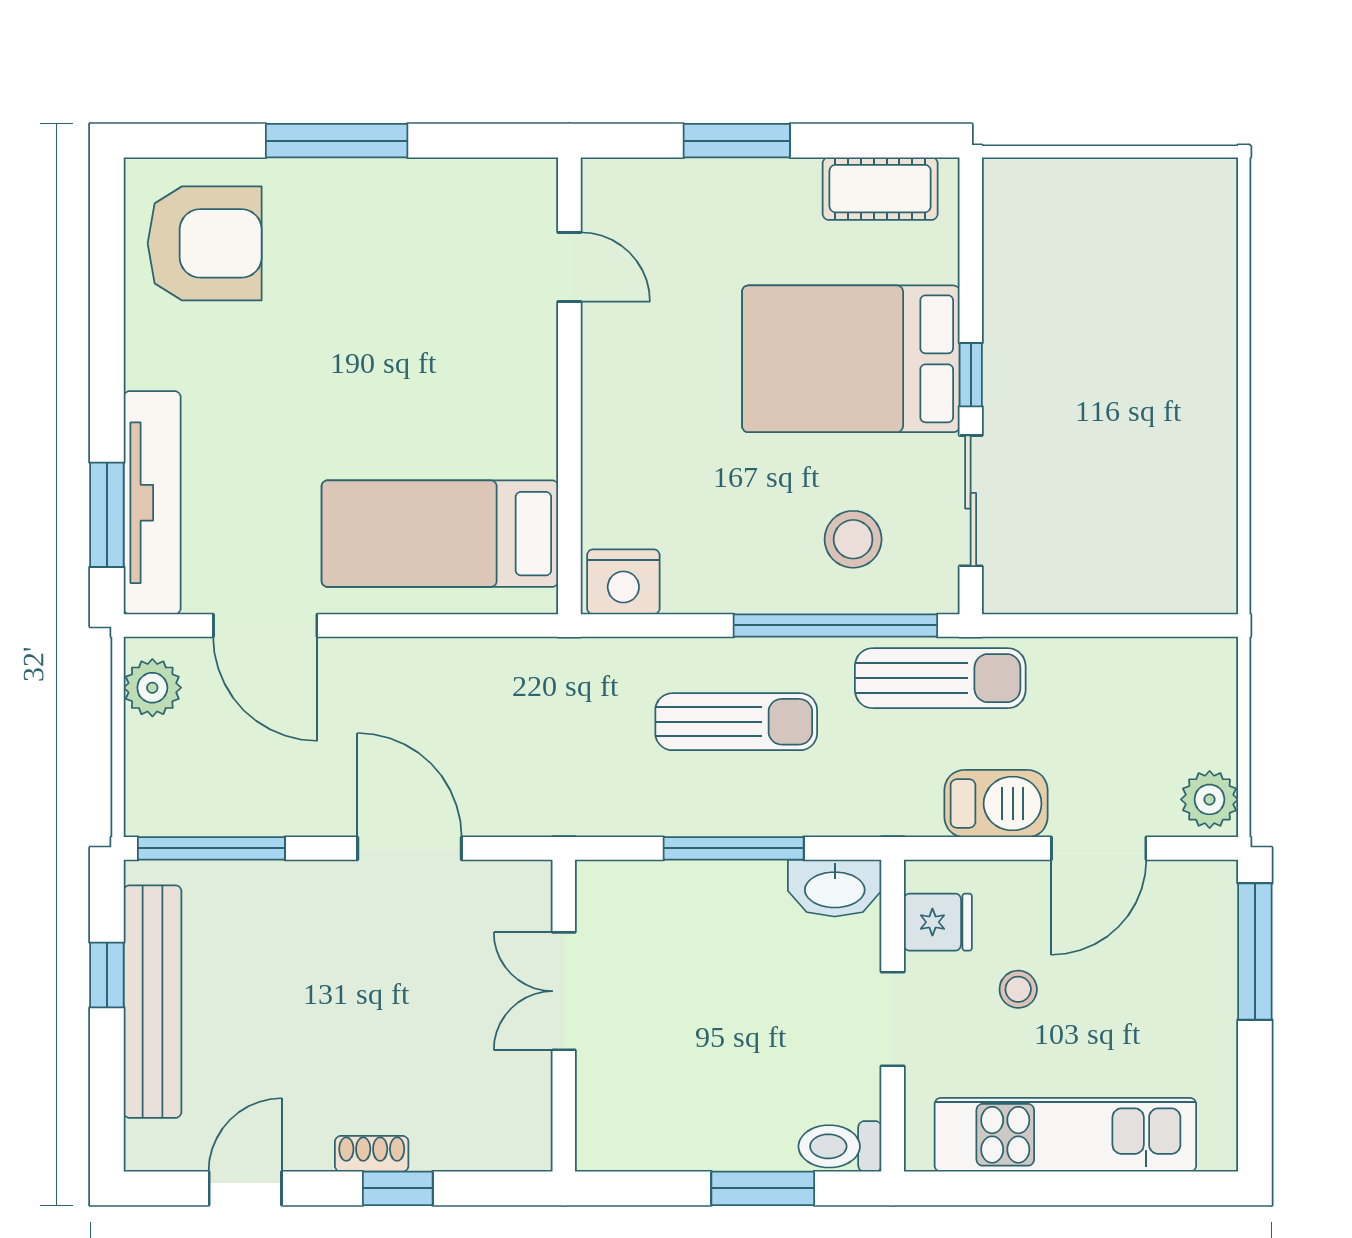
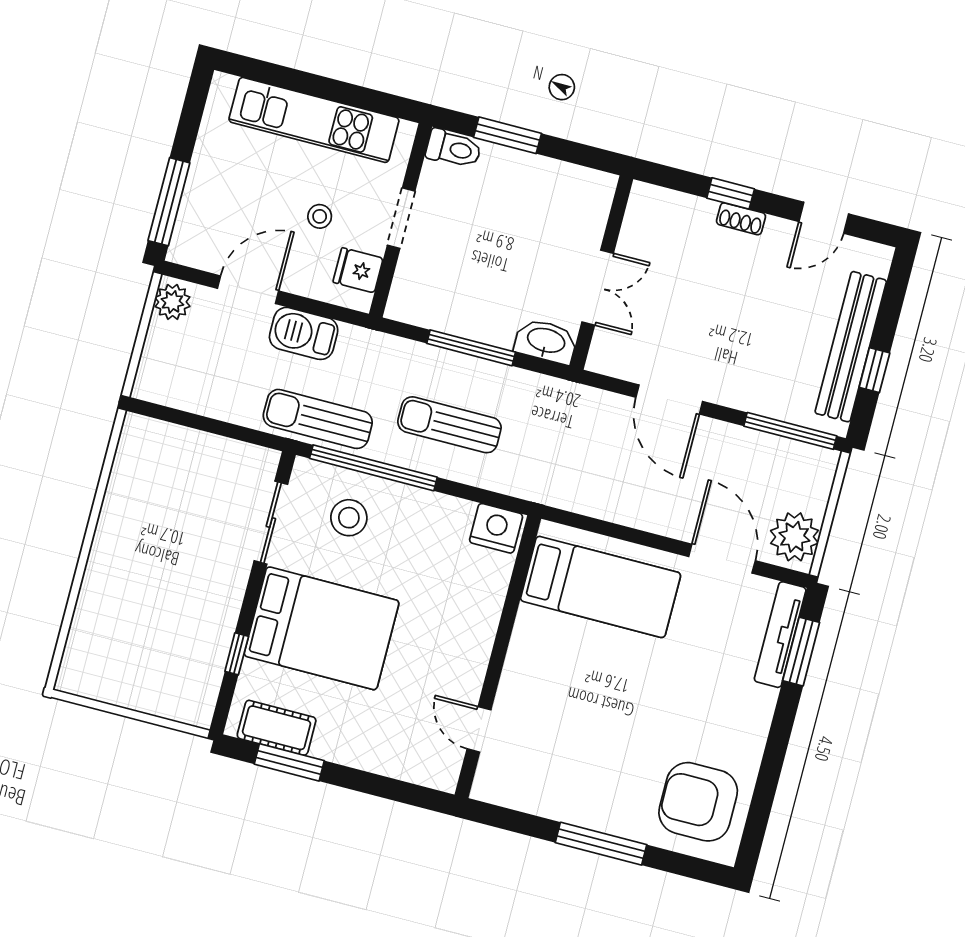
window: (737, 141) -> (289, 762), moved
window: (971, 375) -> (237, 654), moved
tv unit: (152, 503) -> (780, 635), width x0.73, depth x0.78
plant: (152, 688) -> (794, 537), width x1.36, depth x1.36
washbasin: (835, 888) -> (546, 341), moved

